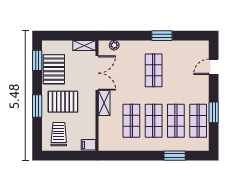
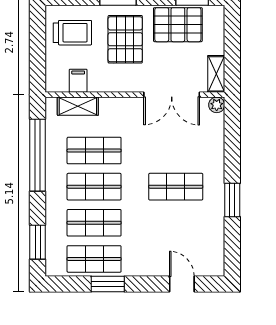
plant: (114, 45) -> (217, 105), moved
shelving: (104, 103) -> (78, 106), moved
filing cabinet: (88, 145) -> (78, 81), moved
window: (134, 156) -> (38, 155), added
window: (175, 156) -> (38, 242), moved

